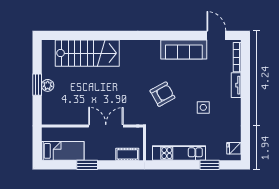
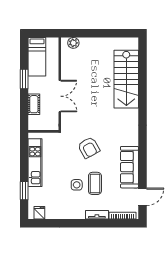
window: (37, 85) -> (97, 33), removed
plant: (48, 85) -> (73, 43), moved
coffee table: (202, 87) -> (95, 183), added
cot: (127, 154) -> (34, 104), moved

